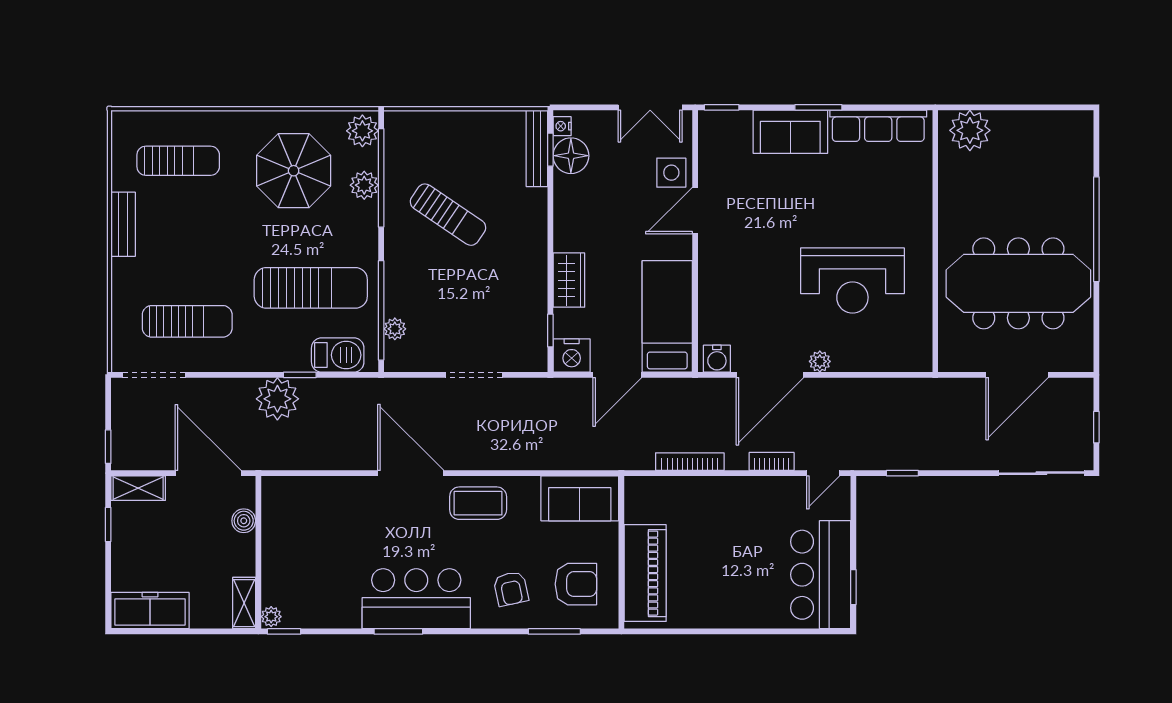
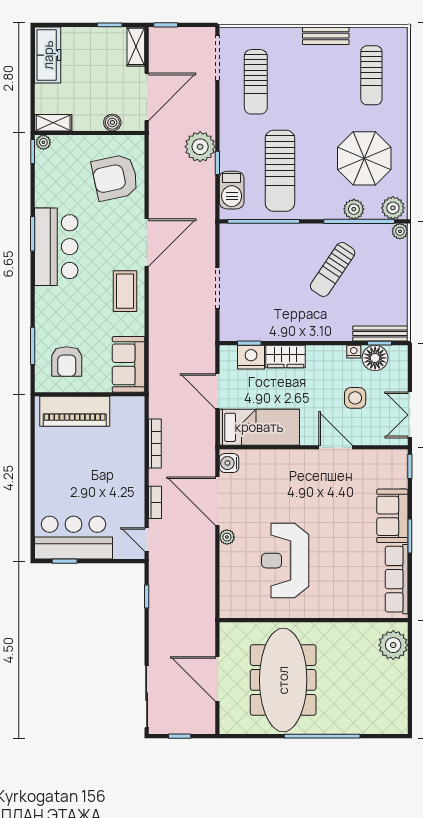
nightstand: (562, 126) -> (354, 352), moved
side table: (671, 173) -> (355, 398), moved
plant: (395, 329) -> (400, 231), moved
nightstand: (572, 356) -> (251, 357), moved, turned 90
armchair: (511, 589) -> (115, 177), moved, width x1.88, depth x1.88

